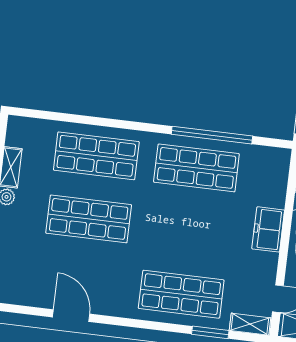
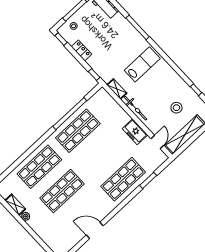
freezer: (268, 229) -> (135, 132), moved
shelving: (250, 324) -> (158, 162), removed

